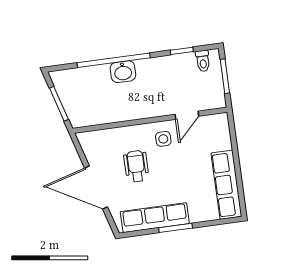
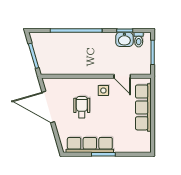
washbasin: (123, 72) -> (124, 39), moved
door: (187, 115) -> (122, 76), hinge flipped
row of seats: (226, 185) -> (143, 107), moved
door: (96, 188) -> (48, 107), moved

